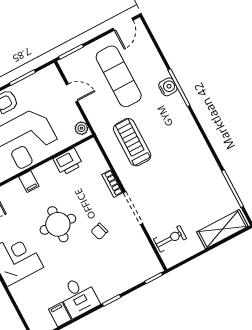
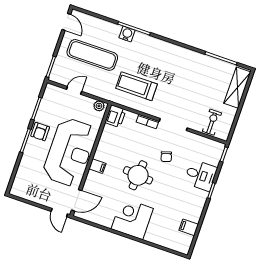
printer: (68, 162) -> (115, 116), moved
desk: (78, 297) -> (201, 175), moved

